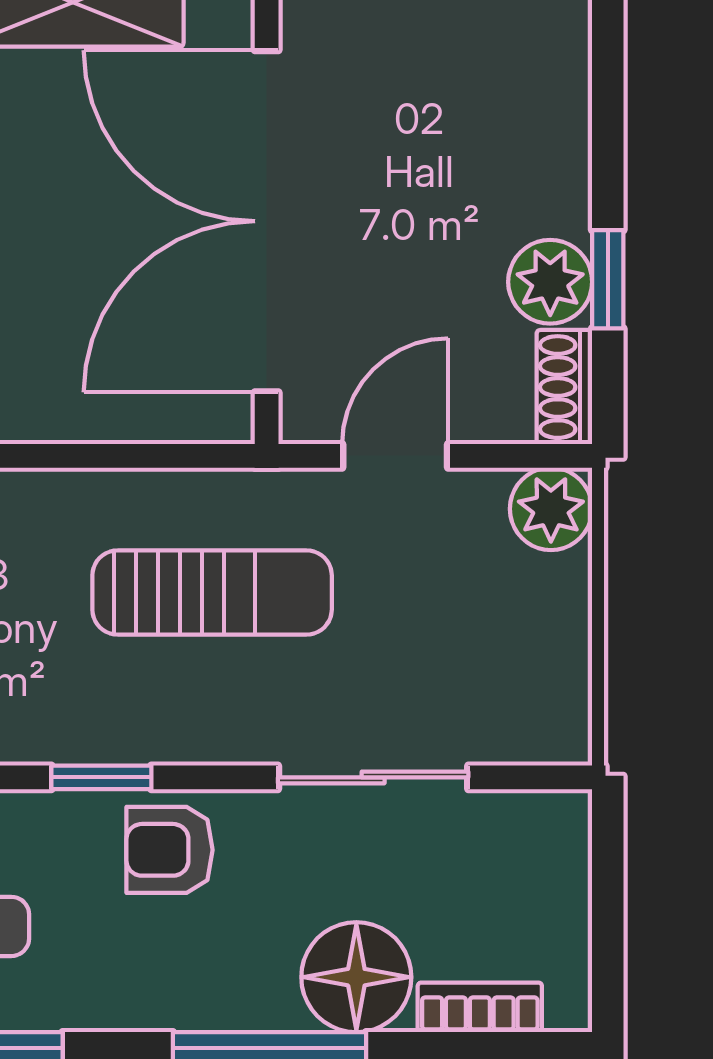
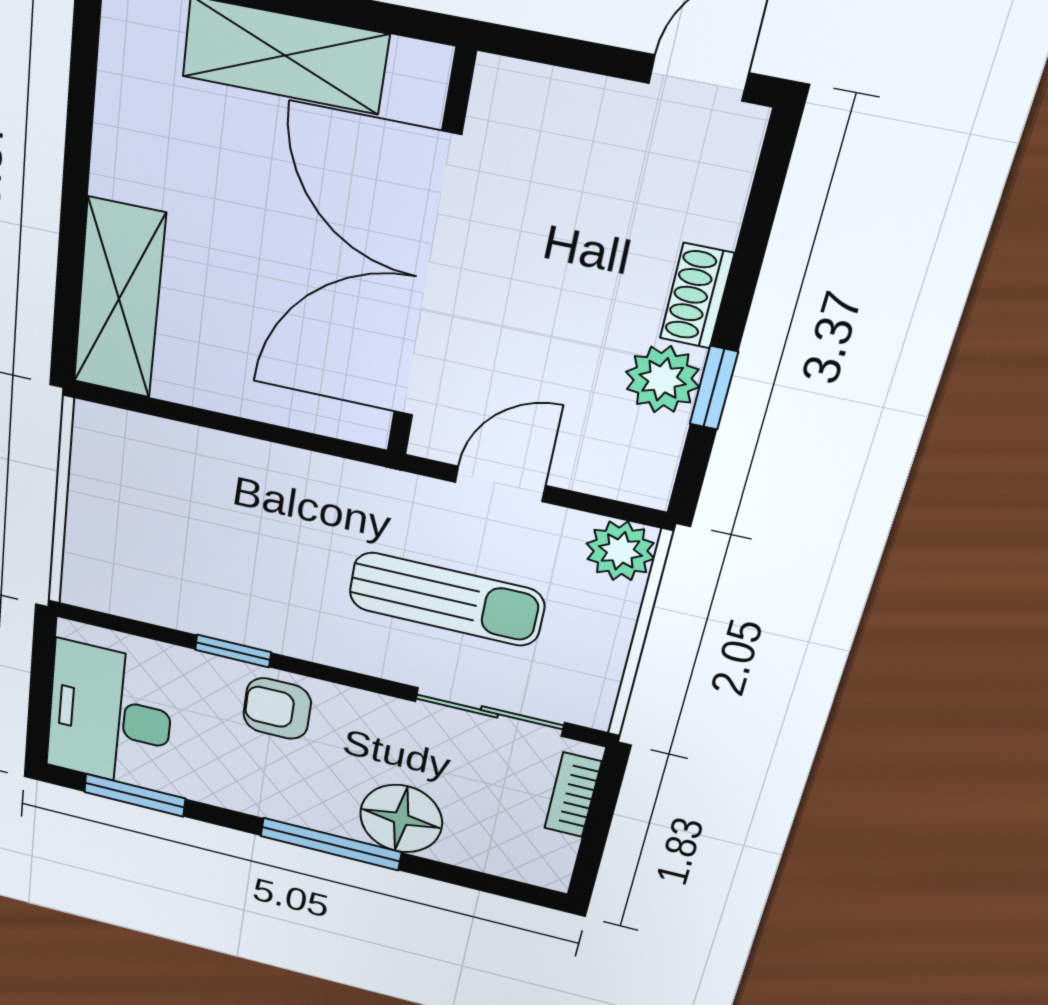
shoe rack: (564, 387) -> (697, 296), moved
sun lounger: (212, 592) -> (446, 599), moved
sliding door: (373, 777) -> (490, 712), moved
bookcase: (480, 1007) -> (573, 795), moved, turned -90

